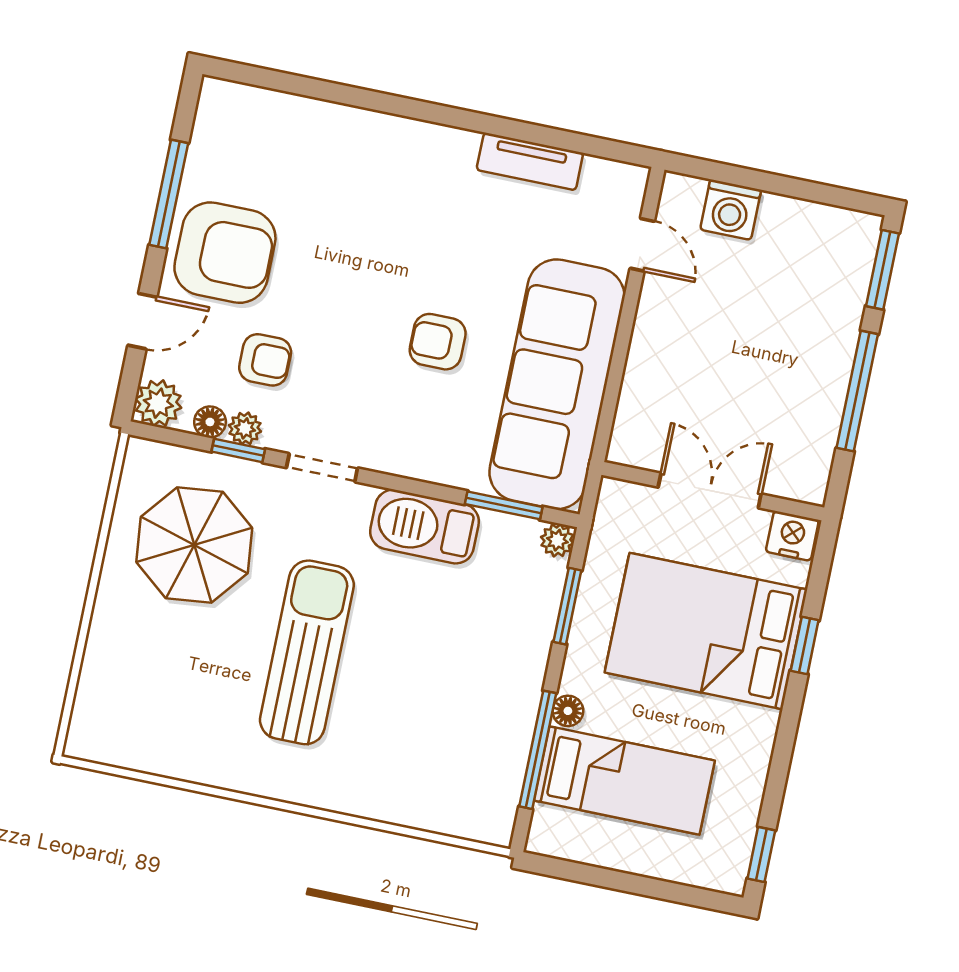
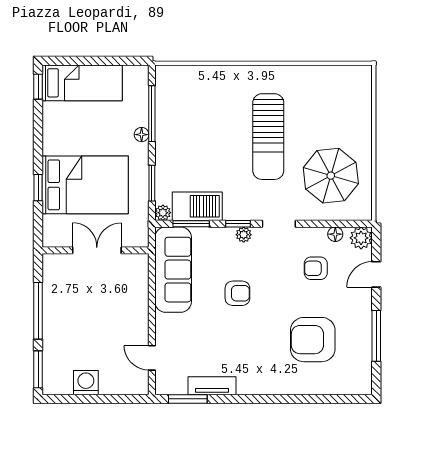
window: (586, 144) -> (188, 399), added
washing machine: (731, 210) -> (86, 383), moved
armchair: (225, 253) -> (313, 340), moved
sofa: (557, 384) -> (173, 270), width x0.74, depth x0.79
plant: (245, 428) -> (244, 235), moved
window: (238, 450) -> (238, 224), moved
double door: (710, 491) -> (97, 250), swing flipped
barbecue: (424, 527) -> (197, 206), moved
nightstand: (792, 536) -> (54, 237), removed
bed: (624, 781) -> (82, 83), moved, turned 180

